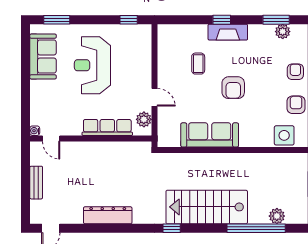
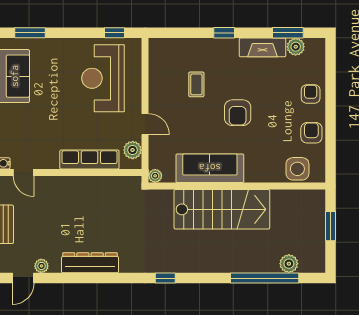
fireplace: (228, 32) -> (262, 47), moved
reception desk: (92, 65) -> (103, 78), moved
plant: (163, 141) -> (155, 176), added
stairs: (207, 207) -> (222, 209), moved, turned 180
plant: (66, 218) -> (41, 266), added

